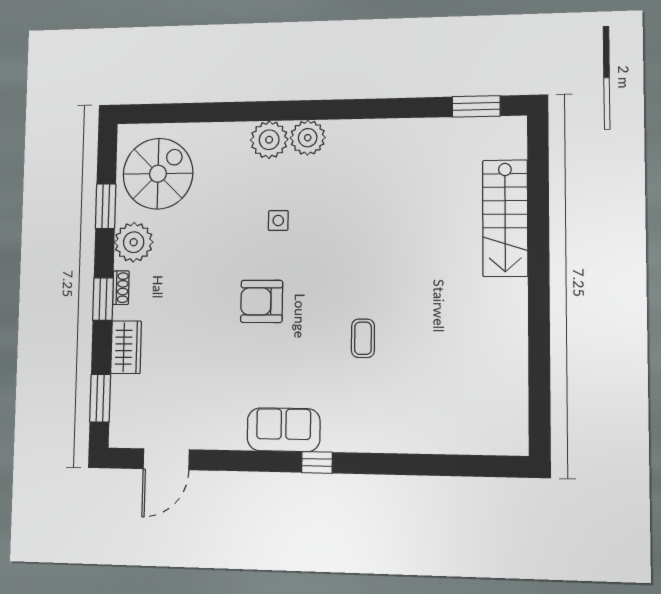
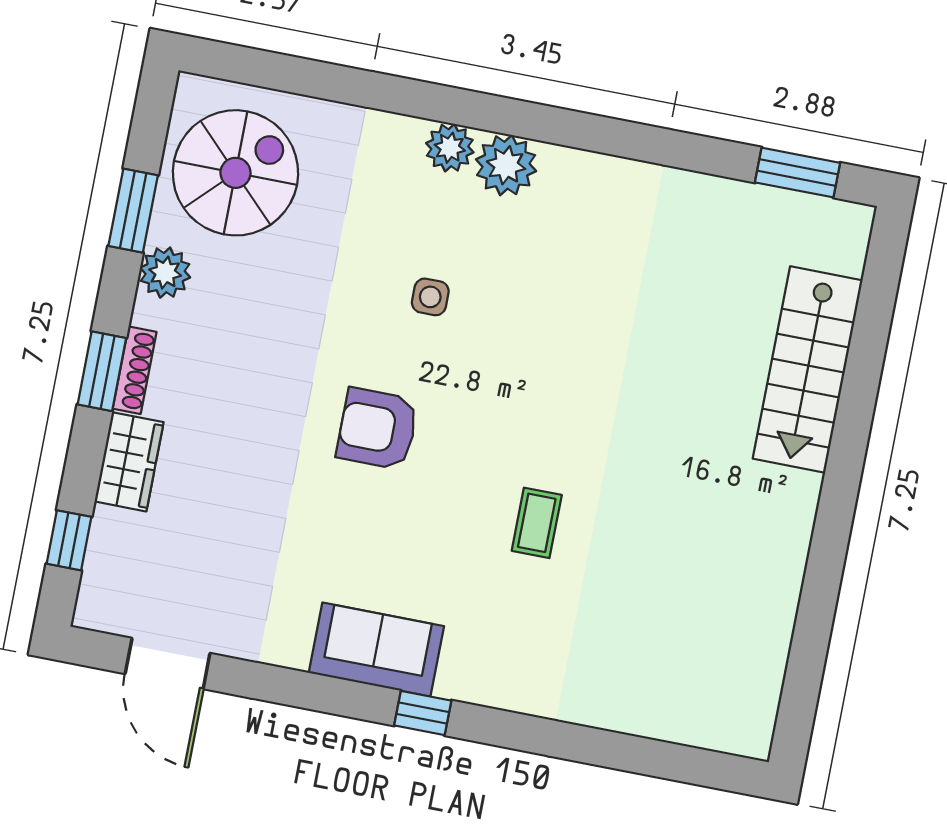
plant: (269, 140) -> (450, 148), width x0.73, depth x0.73
plant: (134, 242) -> (165, 273), width x0.73, depth x0.73
shoe rack: (121, 288) -> (135, 370), width x1.43
window: (100, 398) -> (69, 540), width x0.67
door: (166, 459) -> (168, 663), hinge flipped

